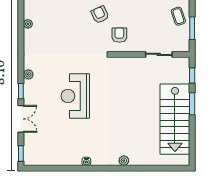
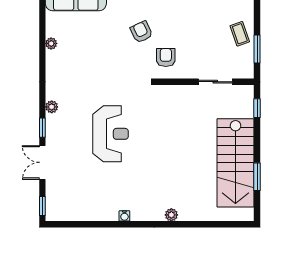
reception desk: (75, 96) -> (111, 134), turned 180
window: (192, 104) -> (257, 177), moved
double door: (21, 119) -> (42, 162), swing flipped

